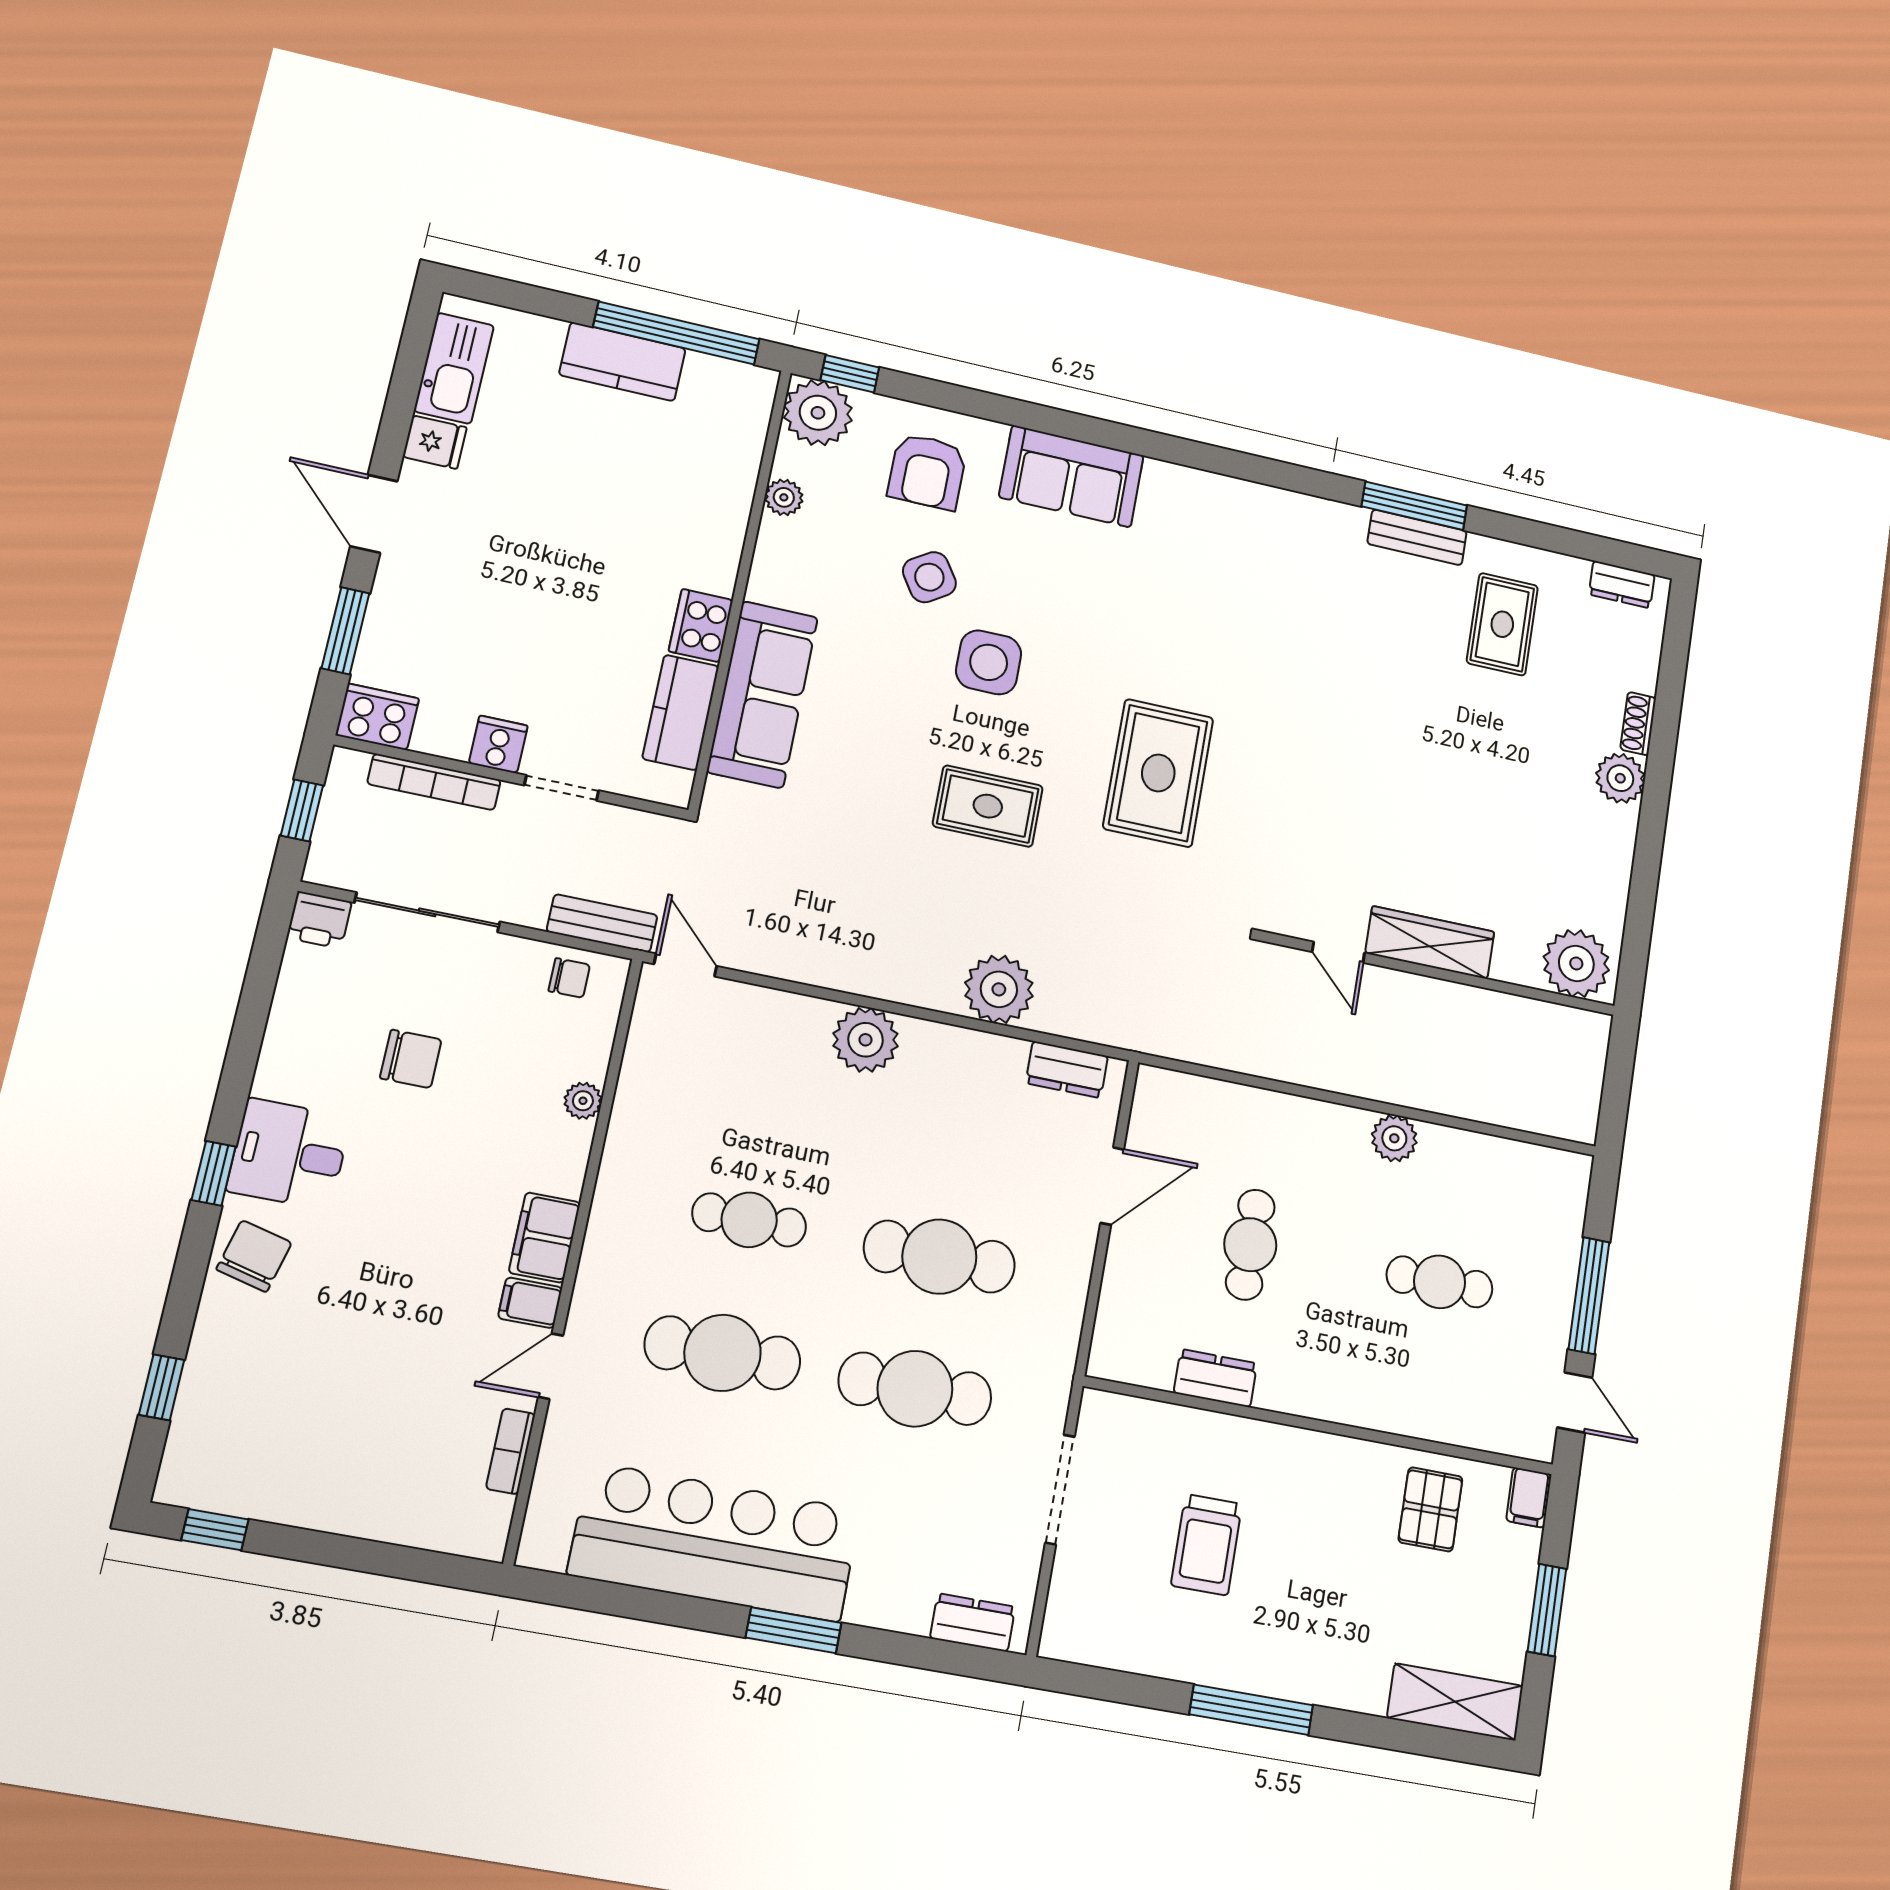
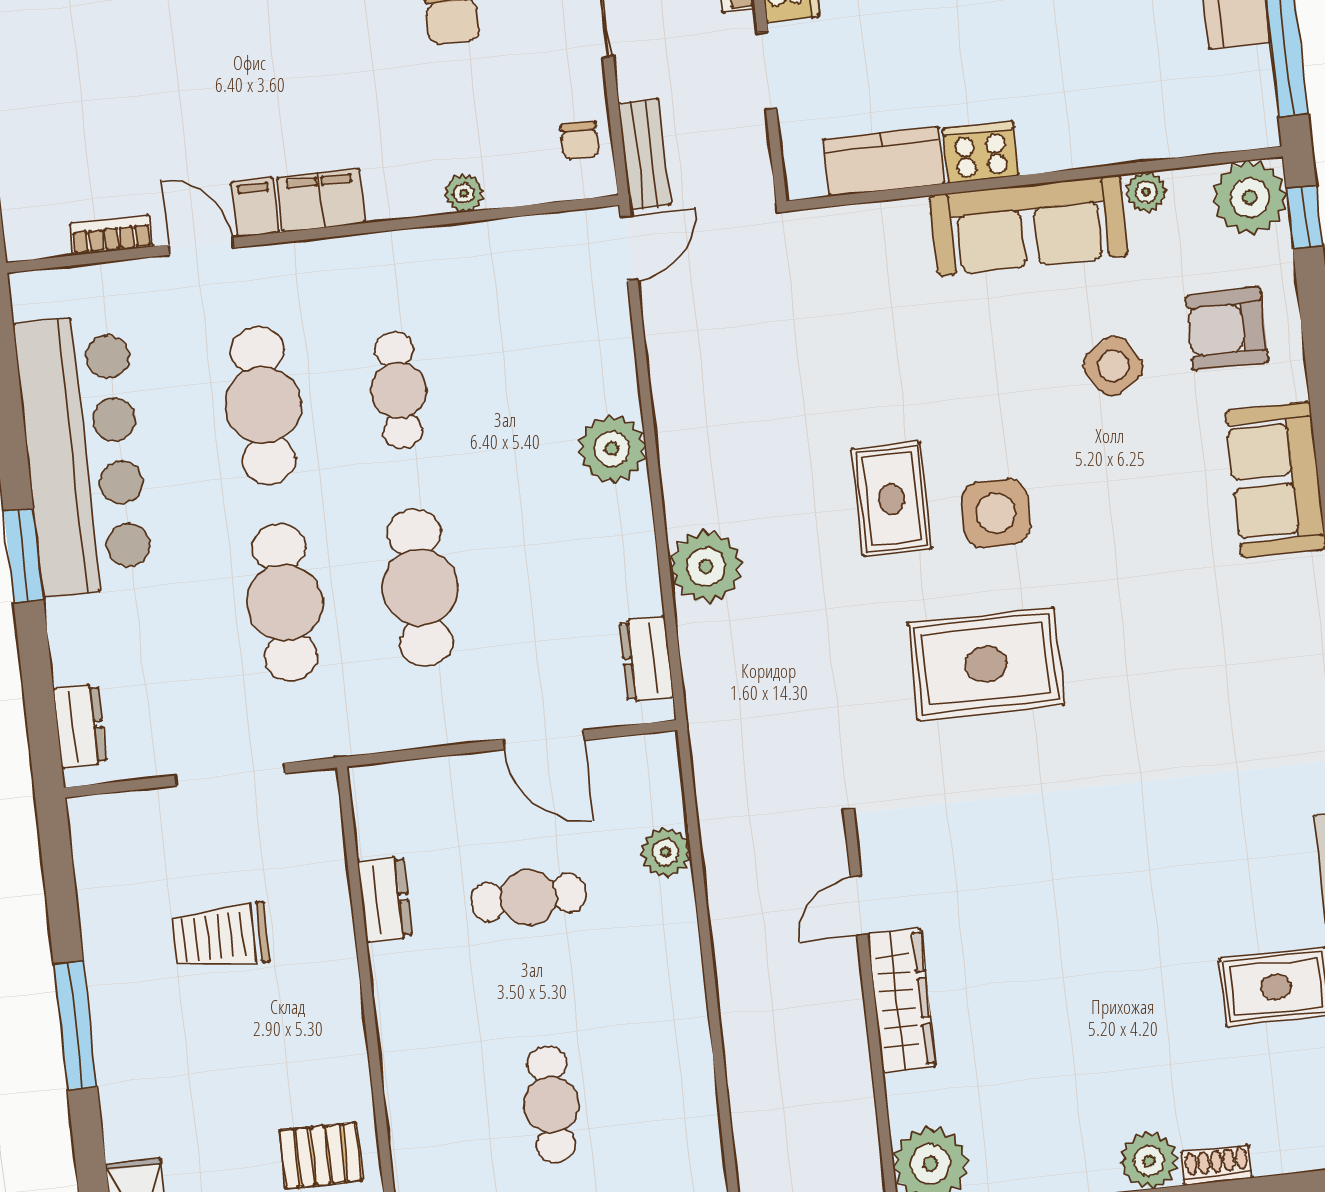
side table: (989, 662) -> (996, 513), moved
sofa: (763, 694) -> (1029, 225), moved
plant: (1394, 1138) -> (666, 852), moved

